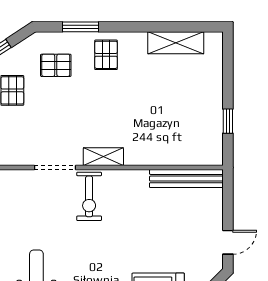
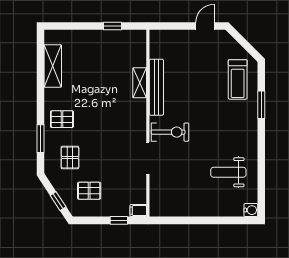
shelving: (103, 157) -> (140, 83), moved
bench: (186, 179) -> (156, 87), moved
door: (228, 242) -> (205, 26), hinge flipped

